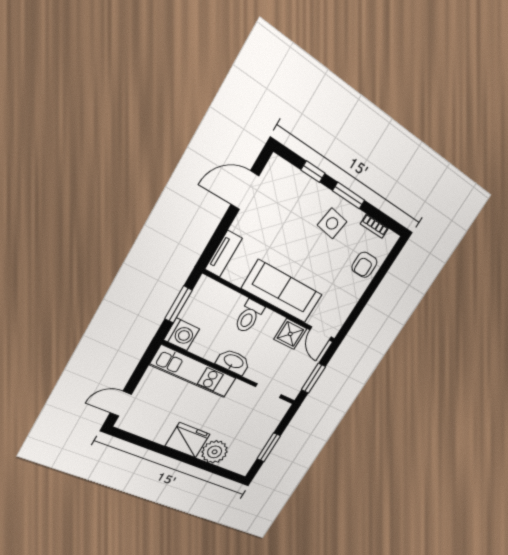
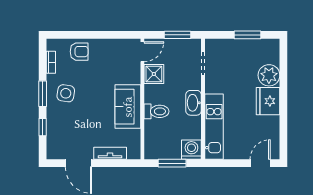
tv unit: (224, 254) -> (110, 153), moved
sofa: (282, 292) -> (128, 107), width x0.73
door: (121, 404) -> (260, 163), swing flipped

